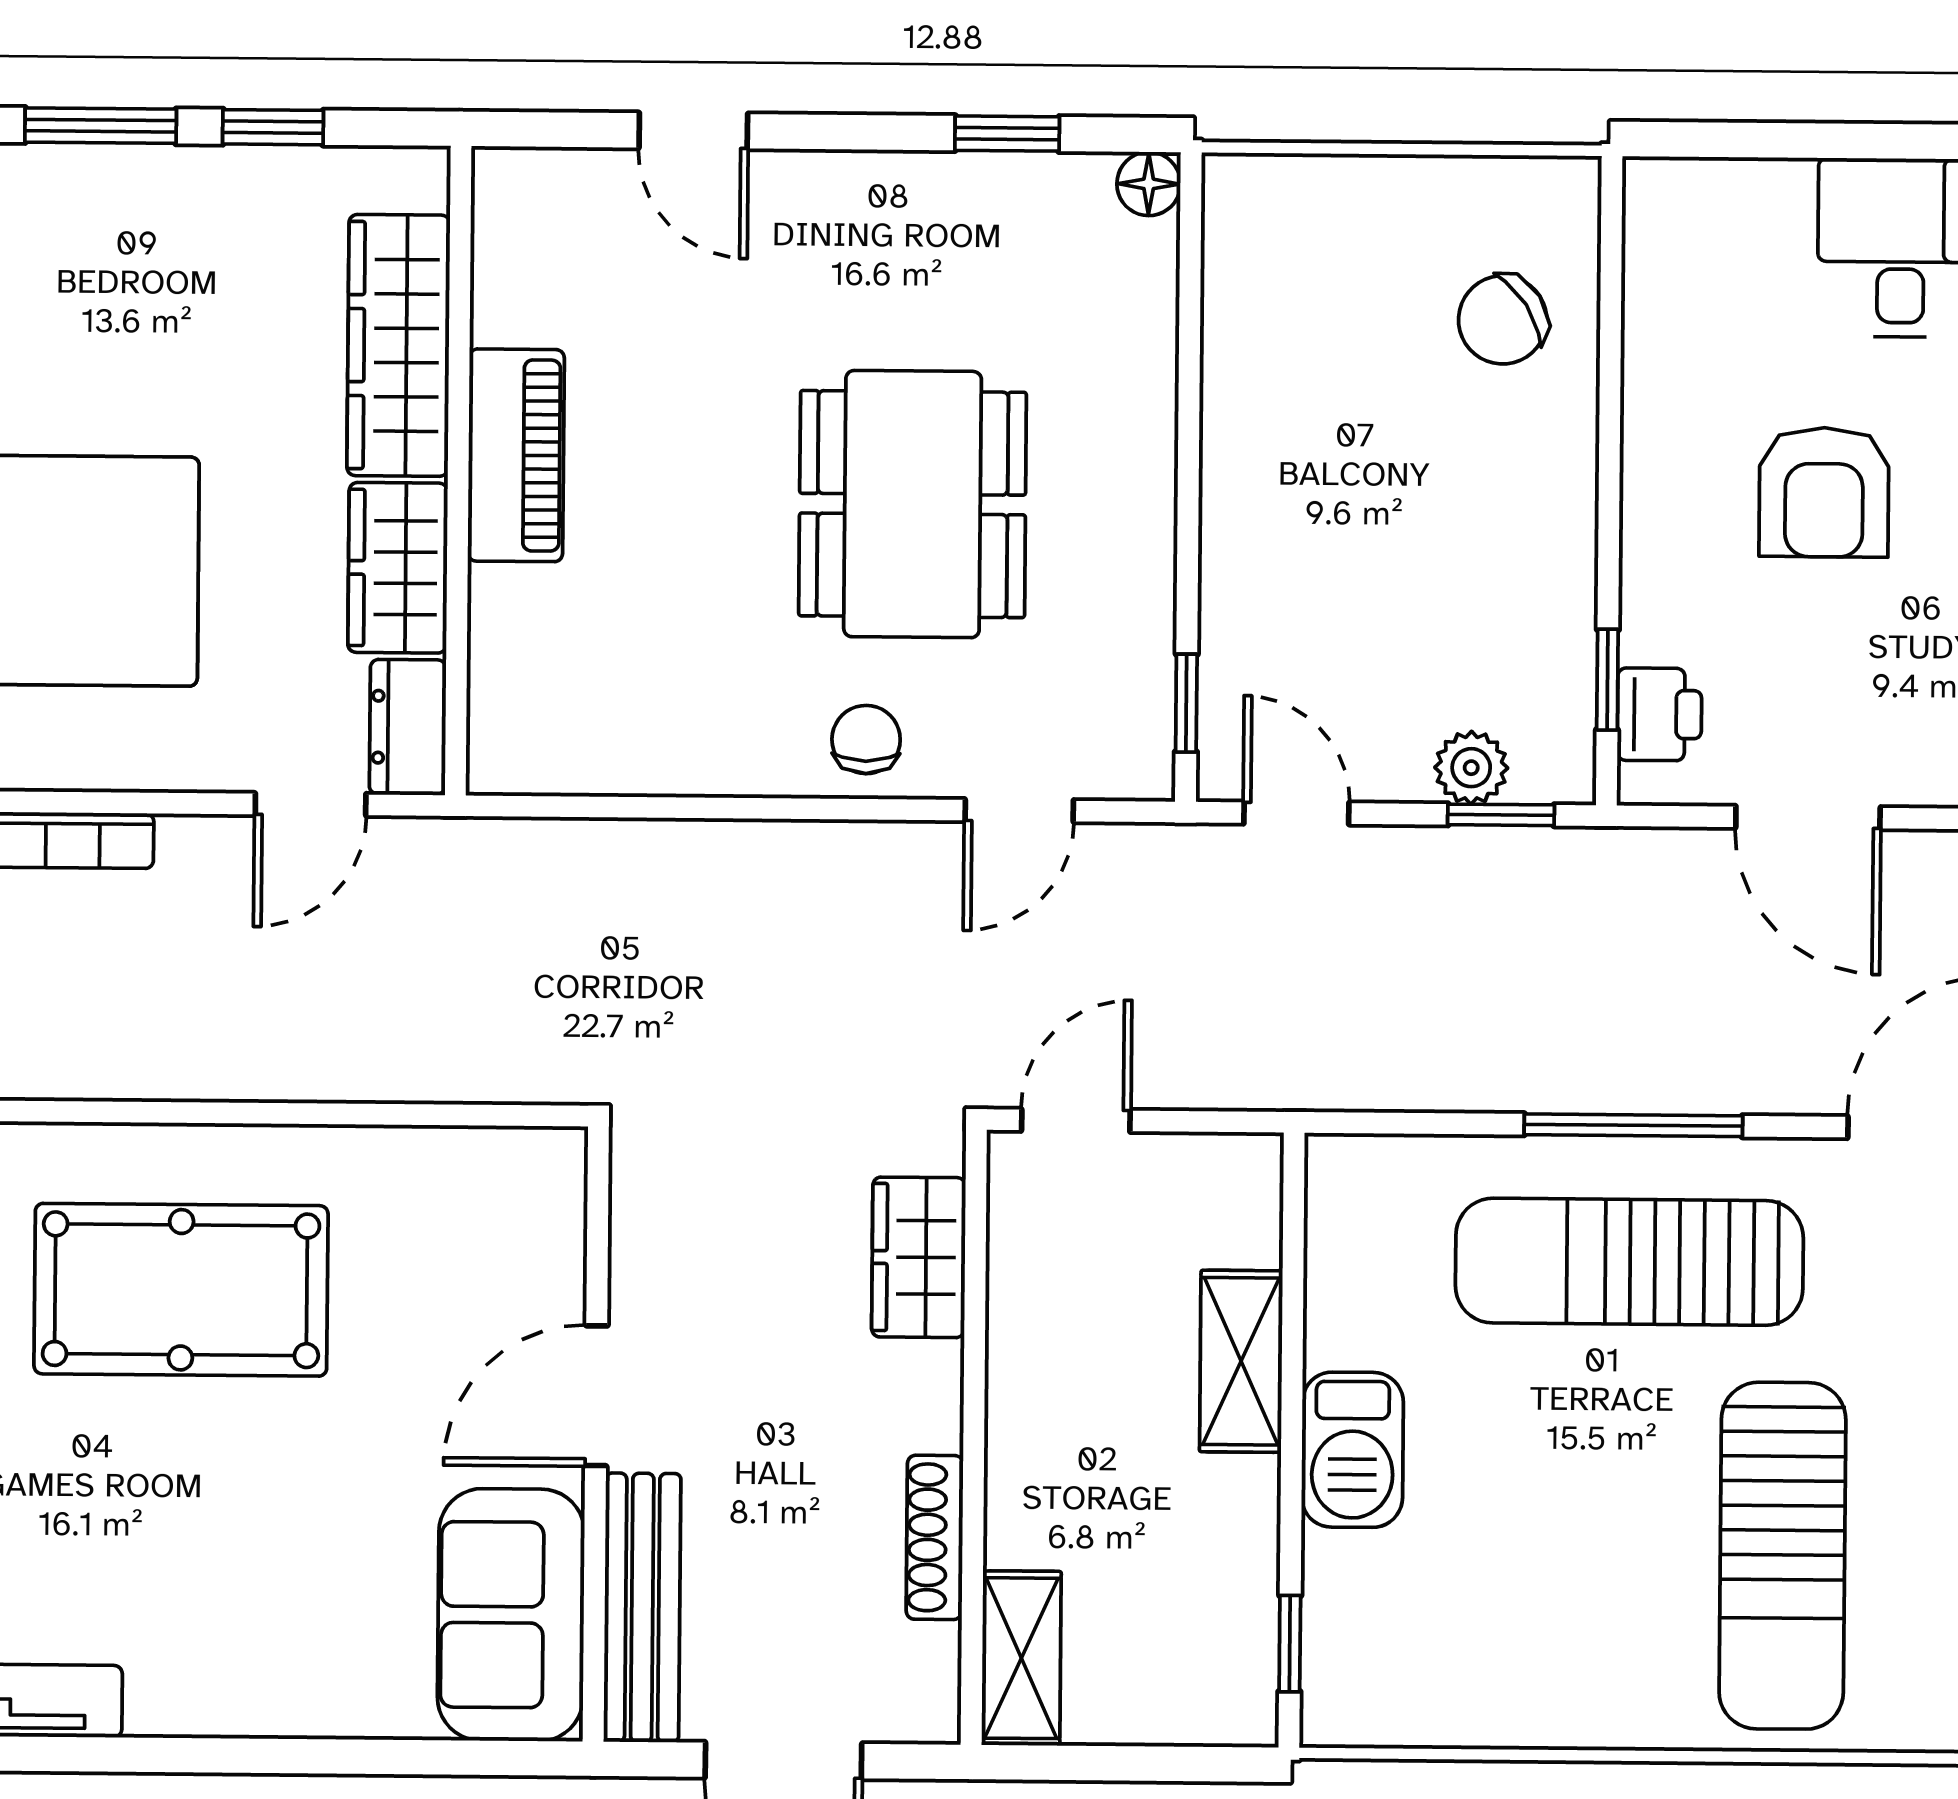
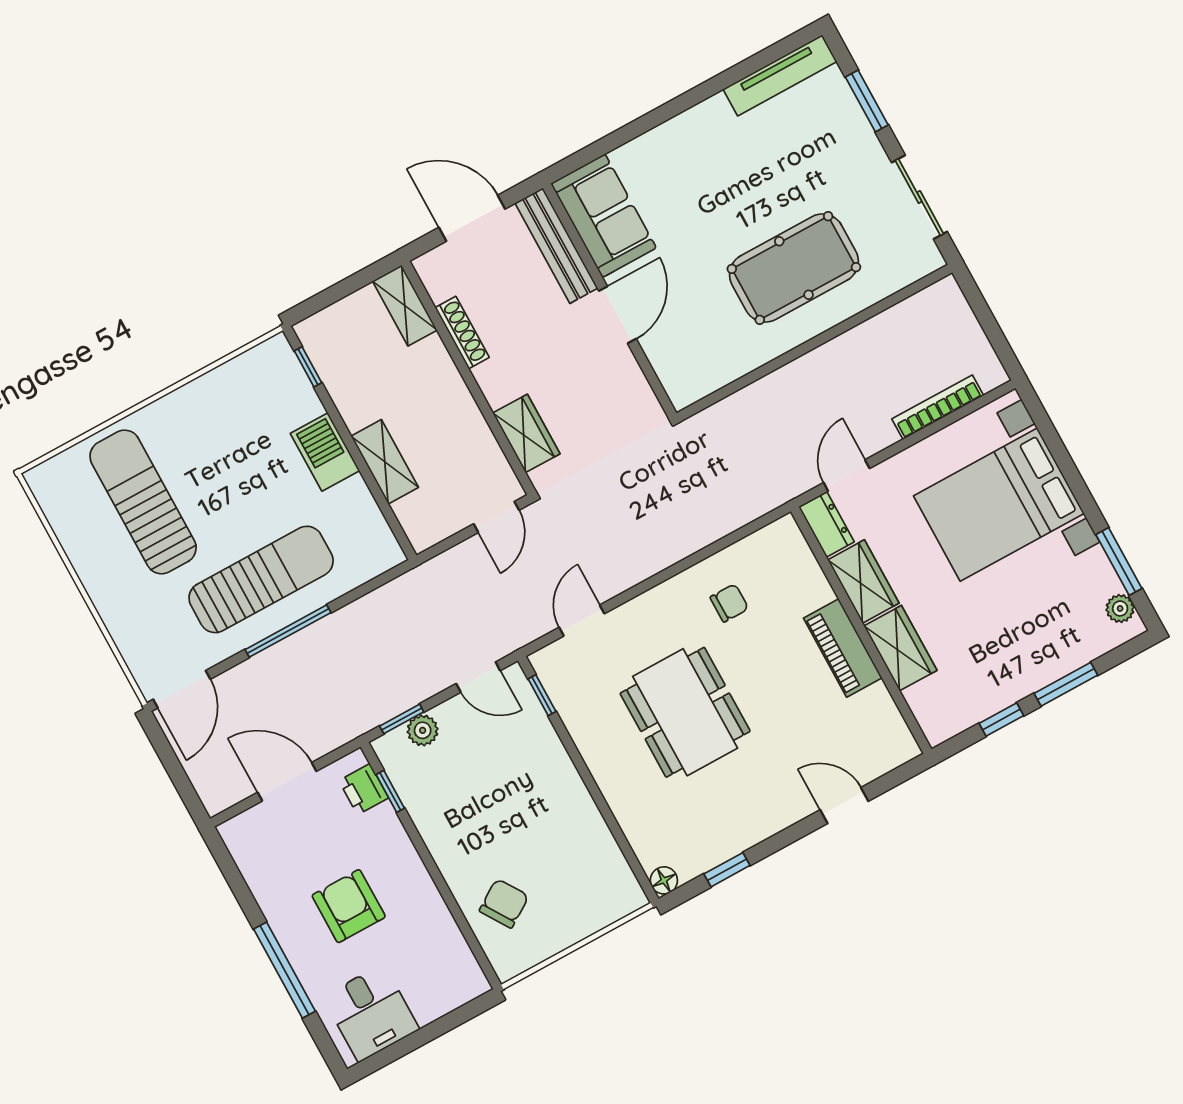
wardrobe: (398, 345) -> (900, 648), width x0.67
chair: (866, 740) -> (729, 603), moved, turned -90

